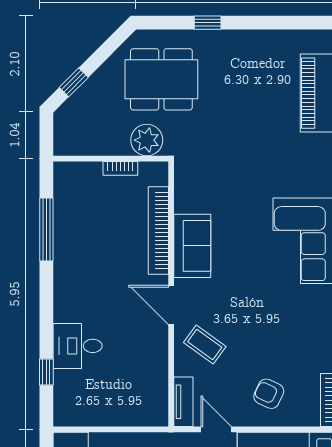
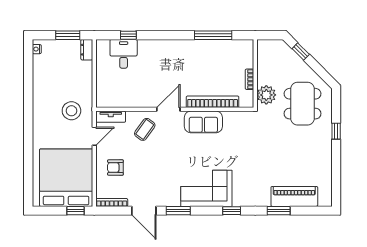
desk: (78, 346) -> (124, 54), moved
armchair: (269, 394) -> (115, 167), turned -115

